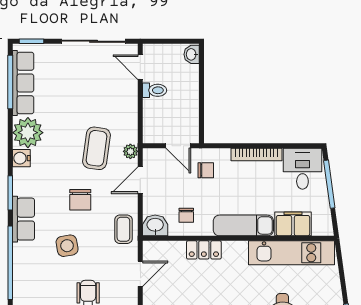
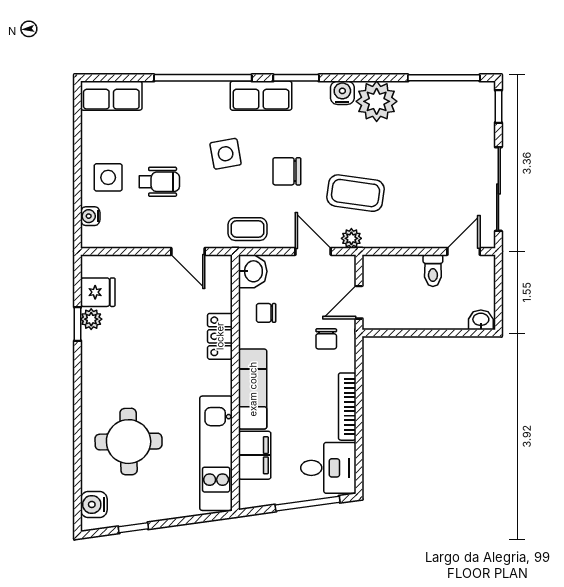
row of seats: (23, 83) -> (443, 95), removed

